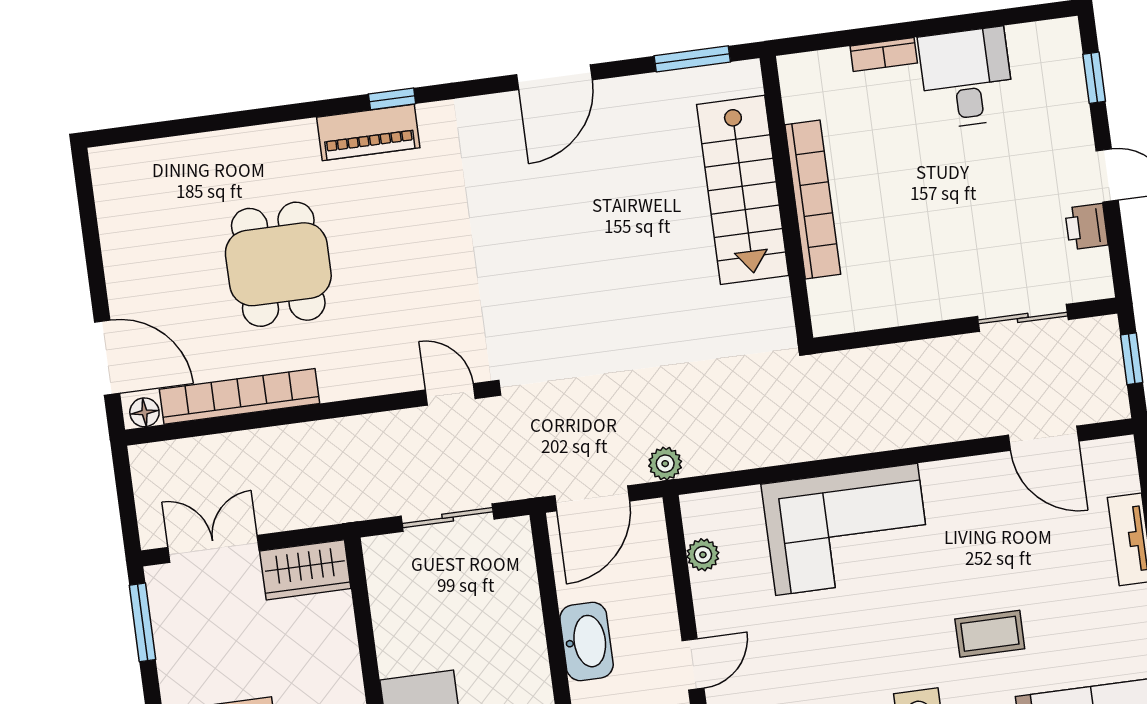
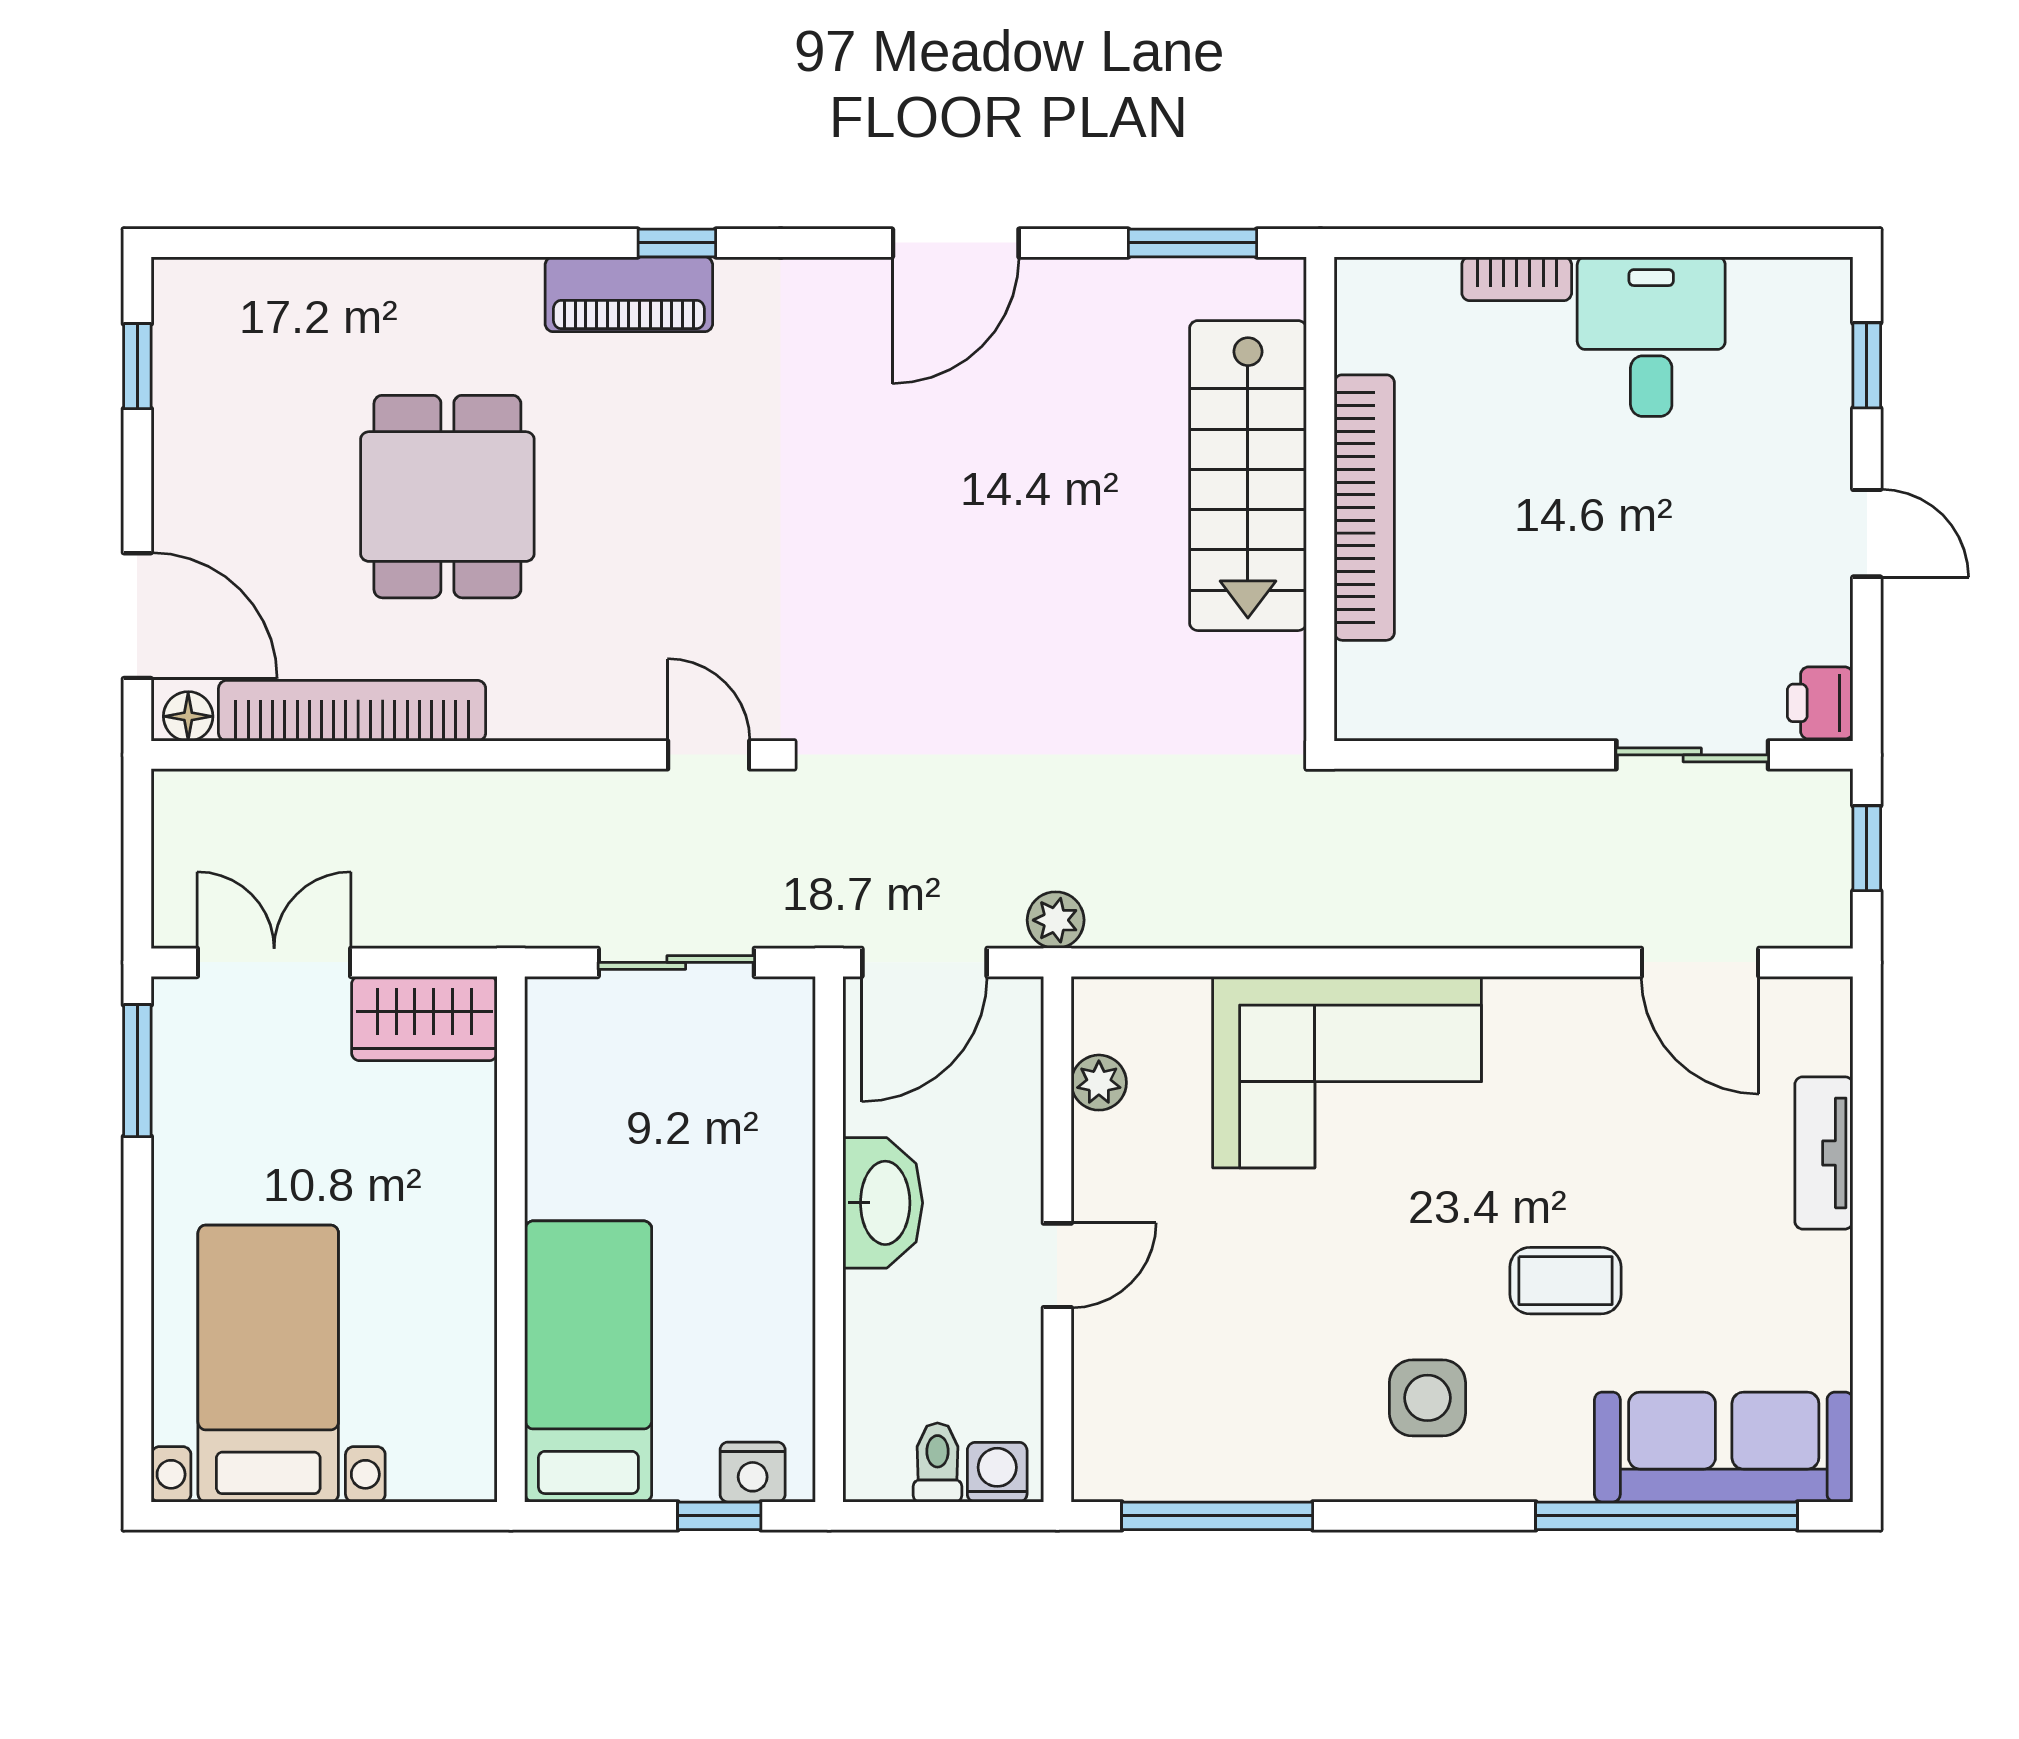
window: (88, 212) -> (137, 366), added
printer: (1086, 227) -> (1820, 703), moved

